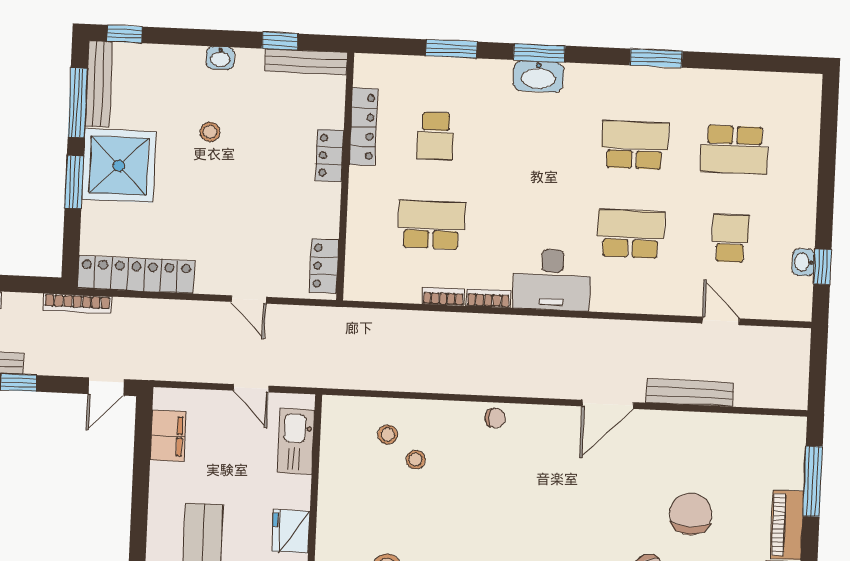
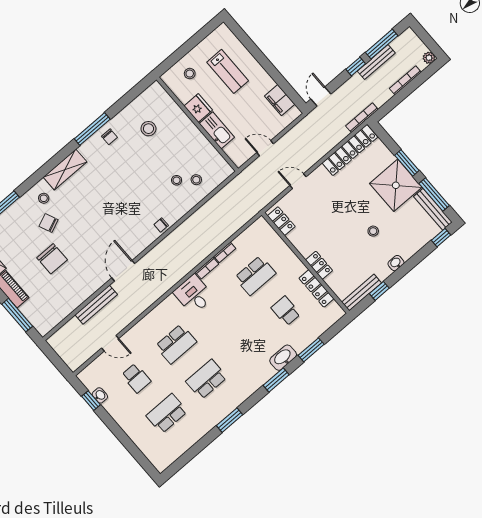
washbasin: (538, 76) -> (283, 358), moved
school desk: (635, 145) -> (206, 379), turned 180
desk: (552, 280) -> (194, 295), width x0.73
kitchen sink: (296, 441) -> (217, 130), moved

